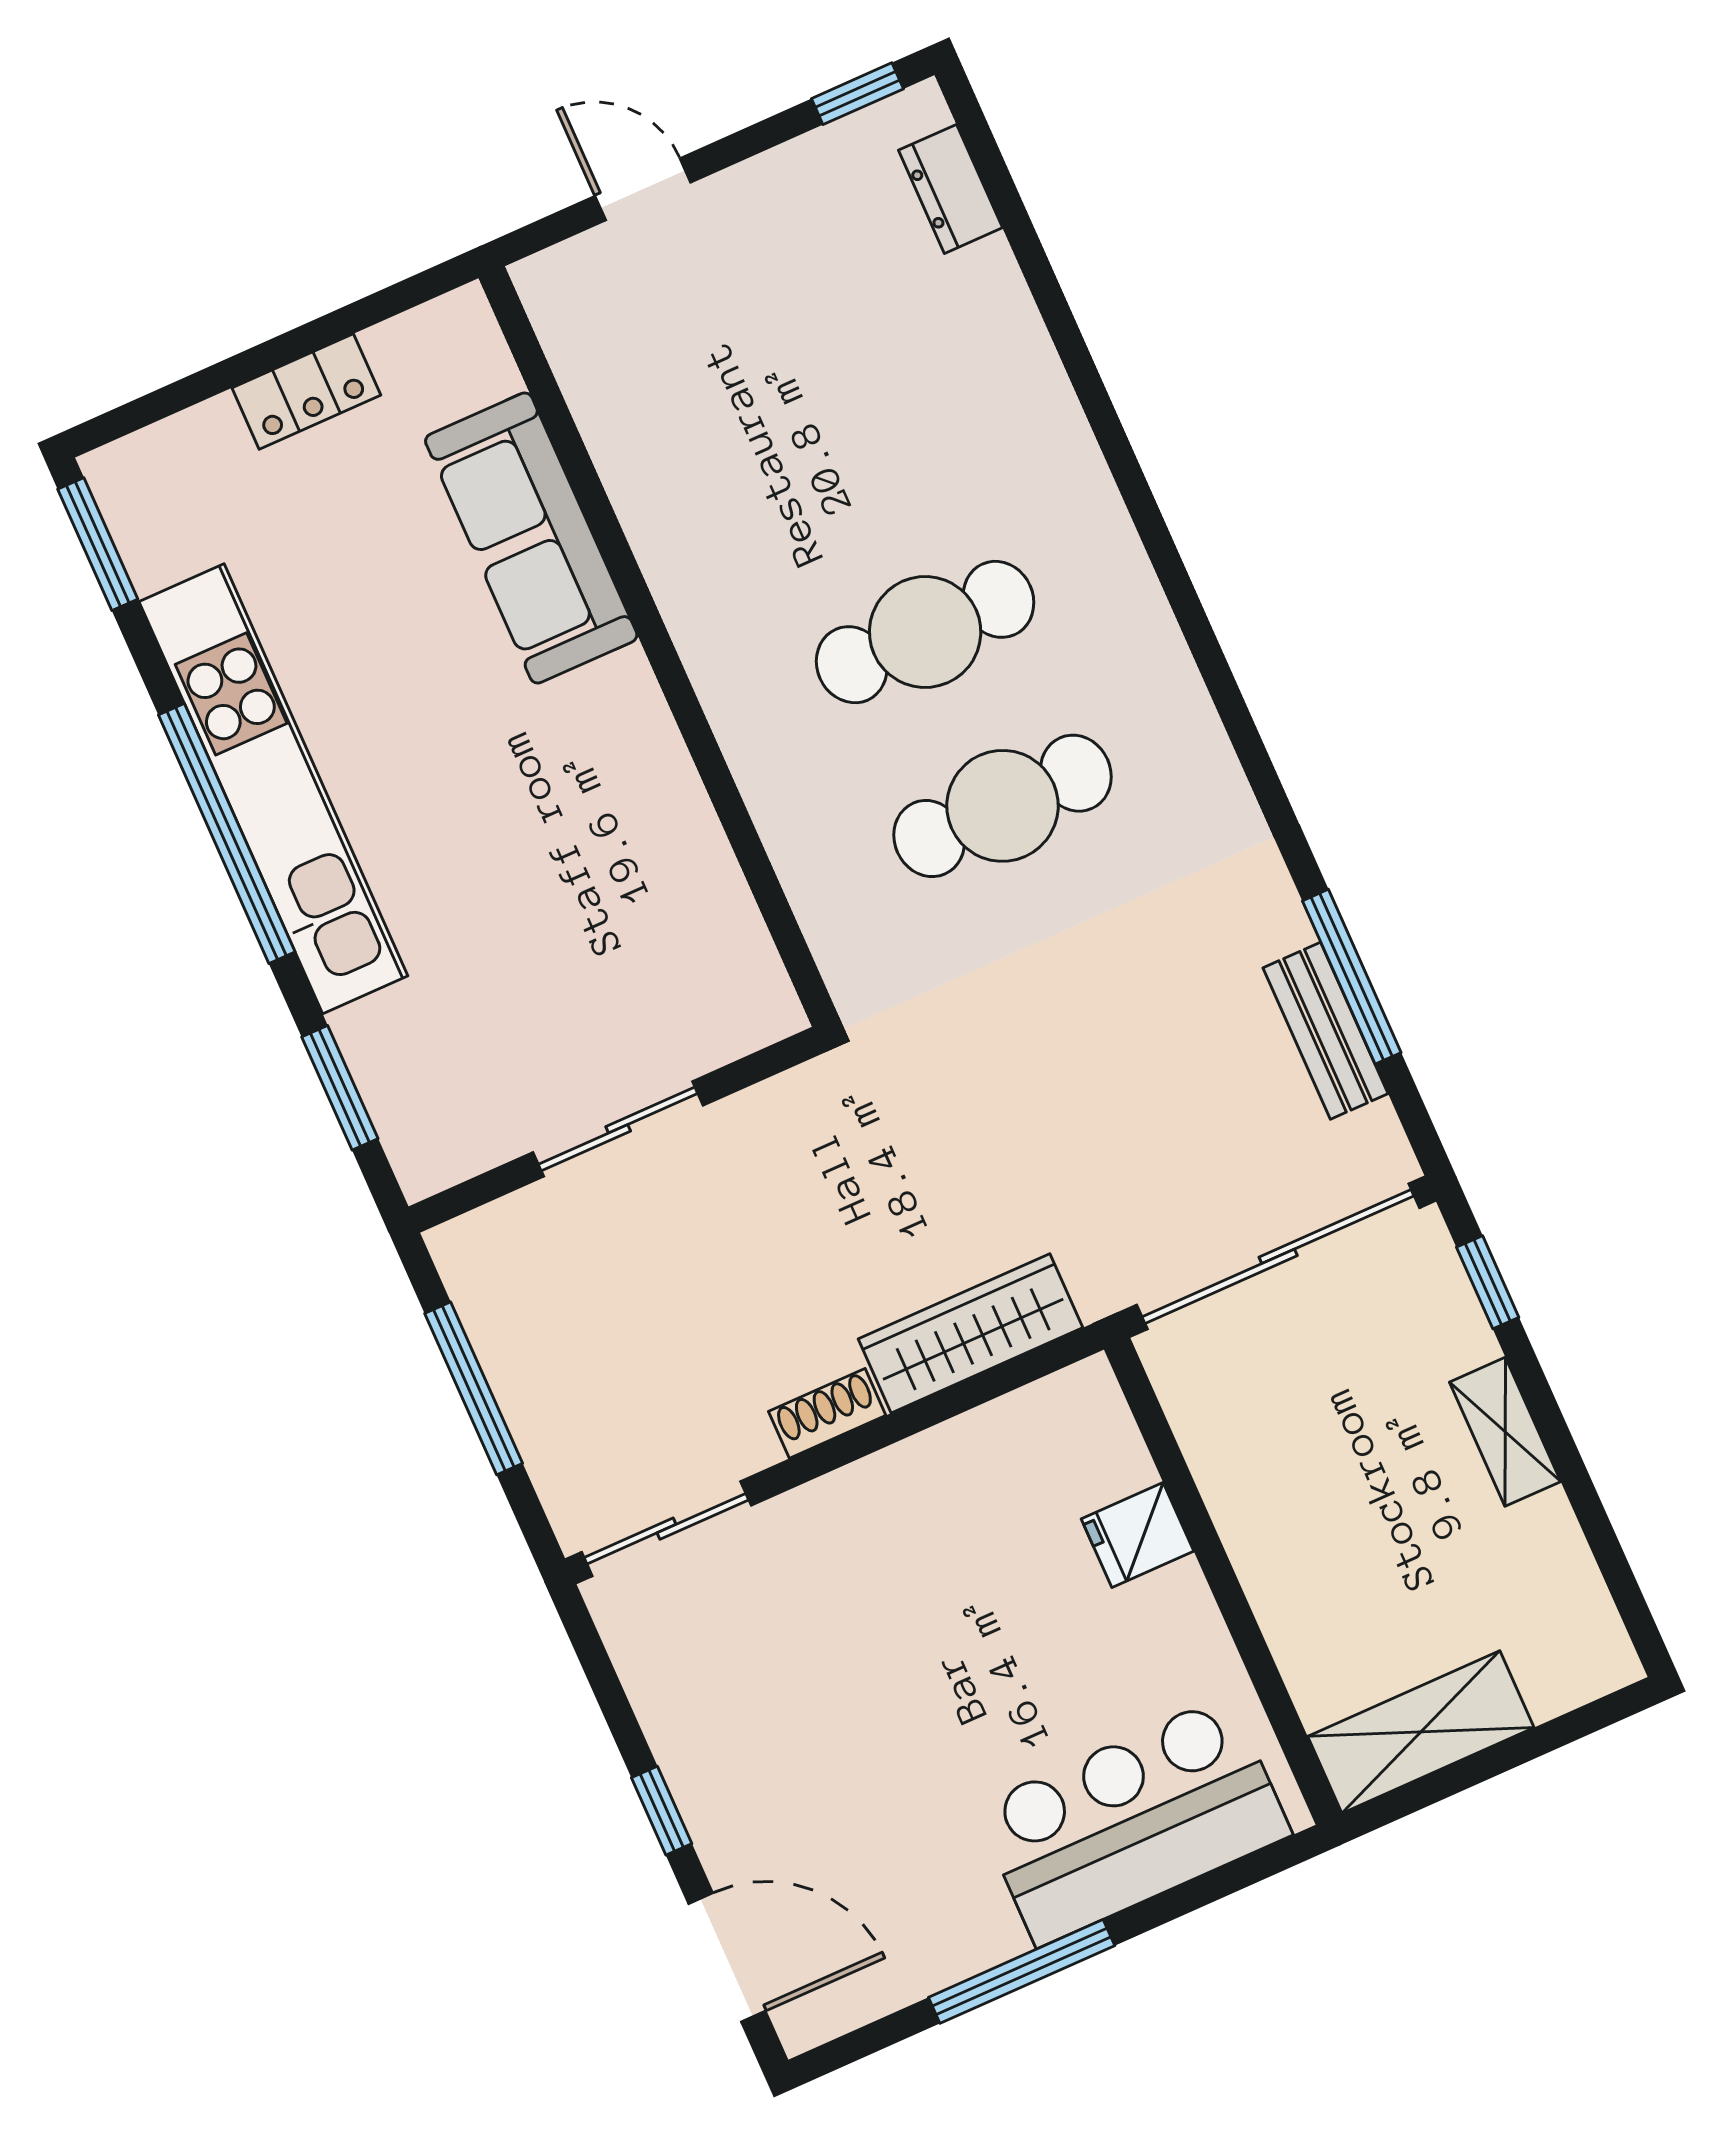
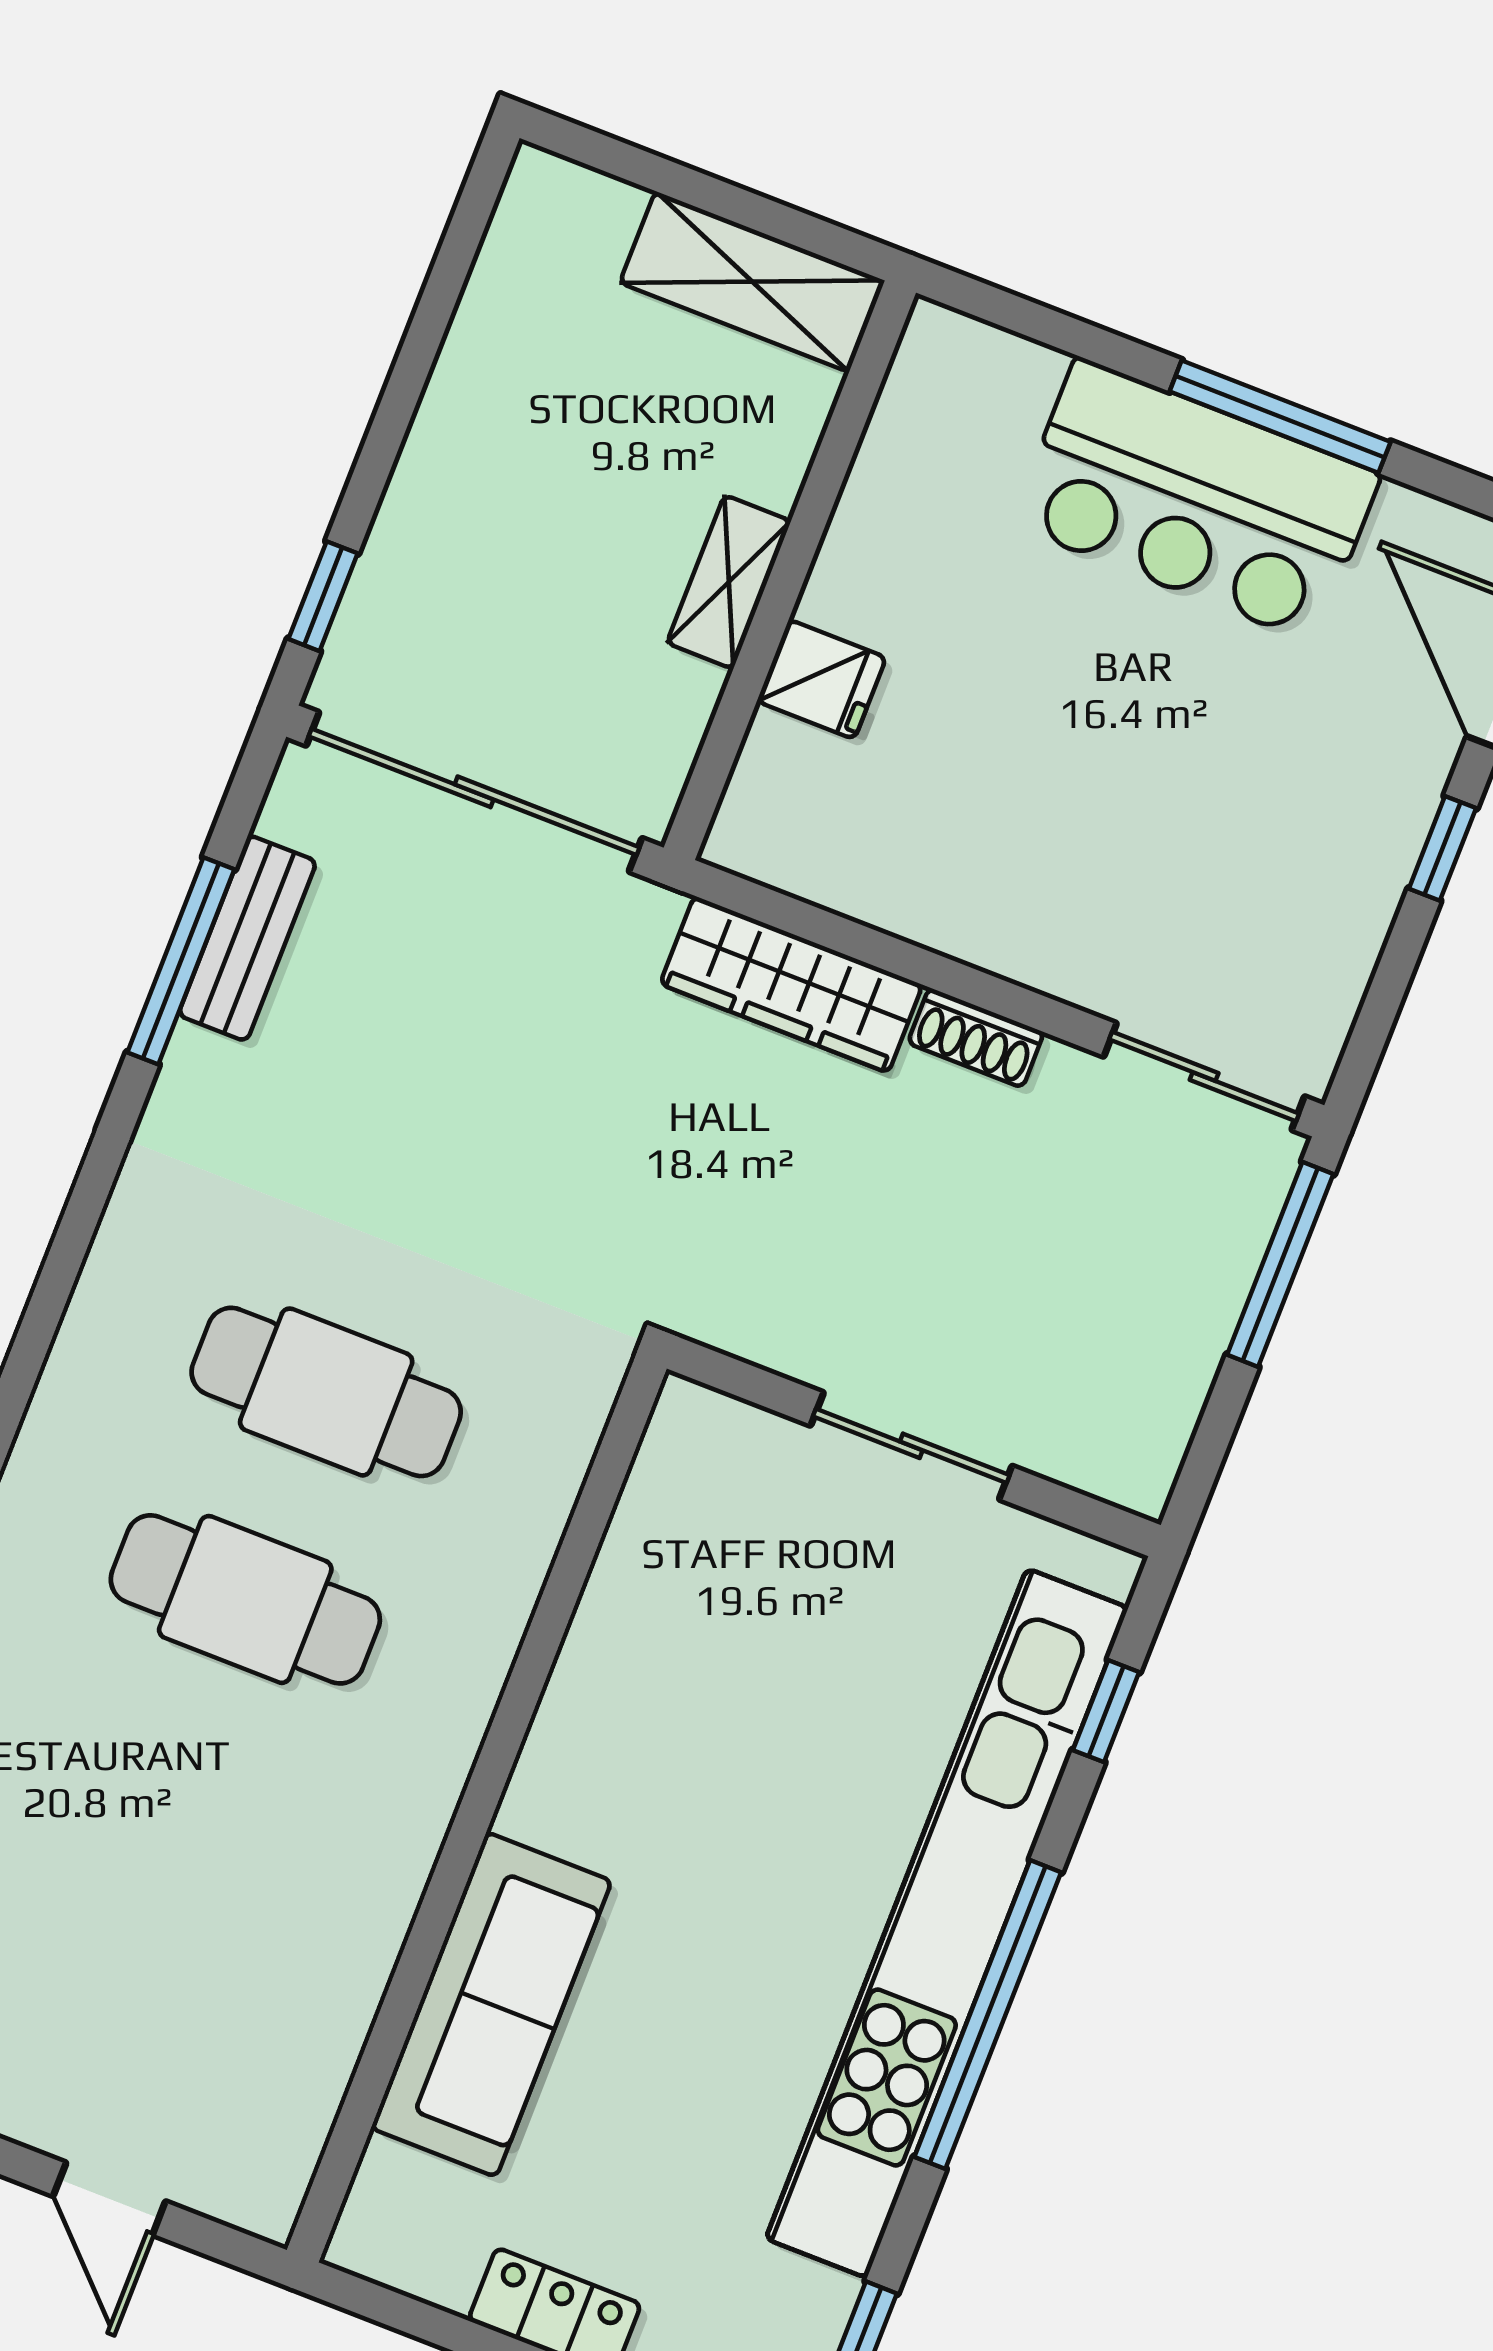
kitchen unit: (273, 789) -> (947, 1923), width x1.36
window: (340, 1088) -> (1106, 1711), width x0.67
window: (474, 1388) -> (1280, 1264), moved
shelving: (1505, 1432) -> (729, 582), moved
bar counter: (1133, 1821) -> (1196, 500), moved

